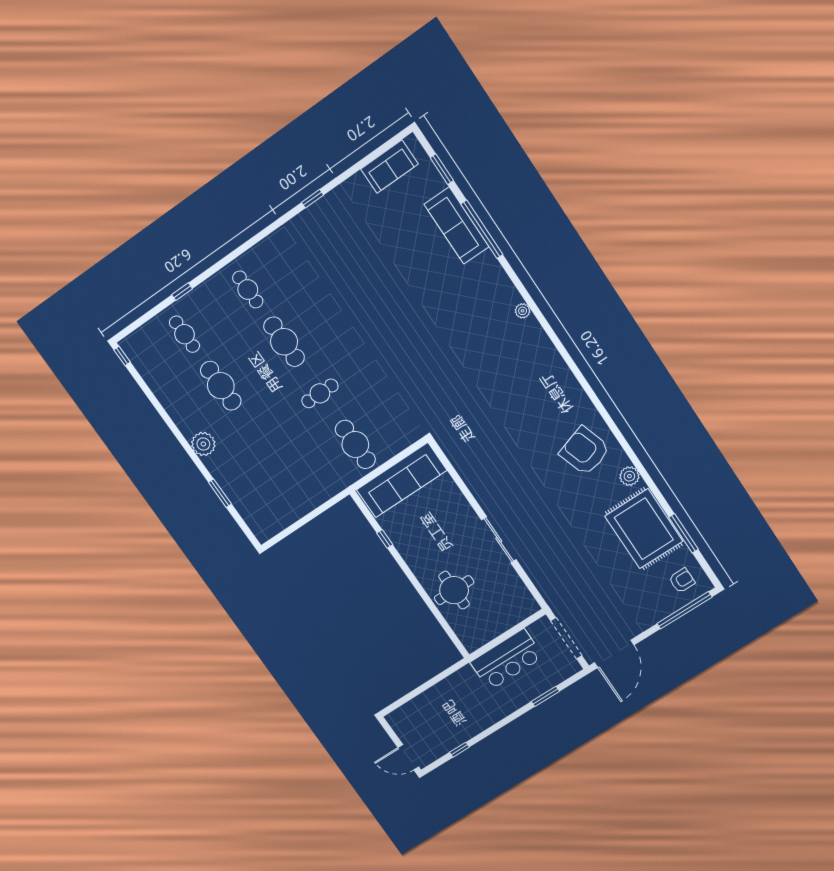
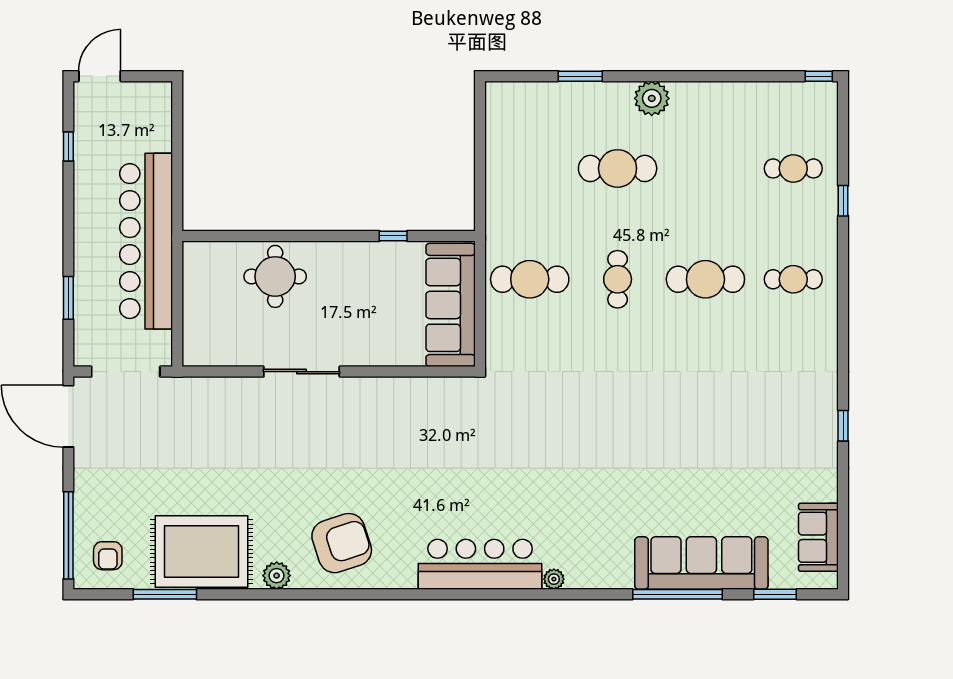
sofa: (457, 226) -> (701, 563), width x1.36, depth x1.27
bar counter: (543, 361) -> (480, 564), added
cafe table: (221, 386) -> (618, 168), moved
bar counter: (507, 660) -> (146, 241), width x1.86

